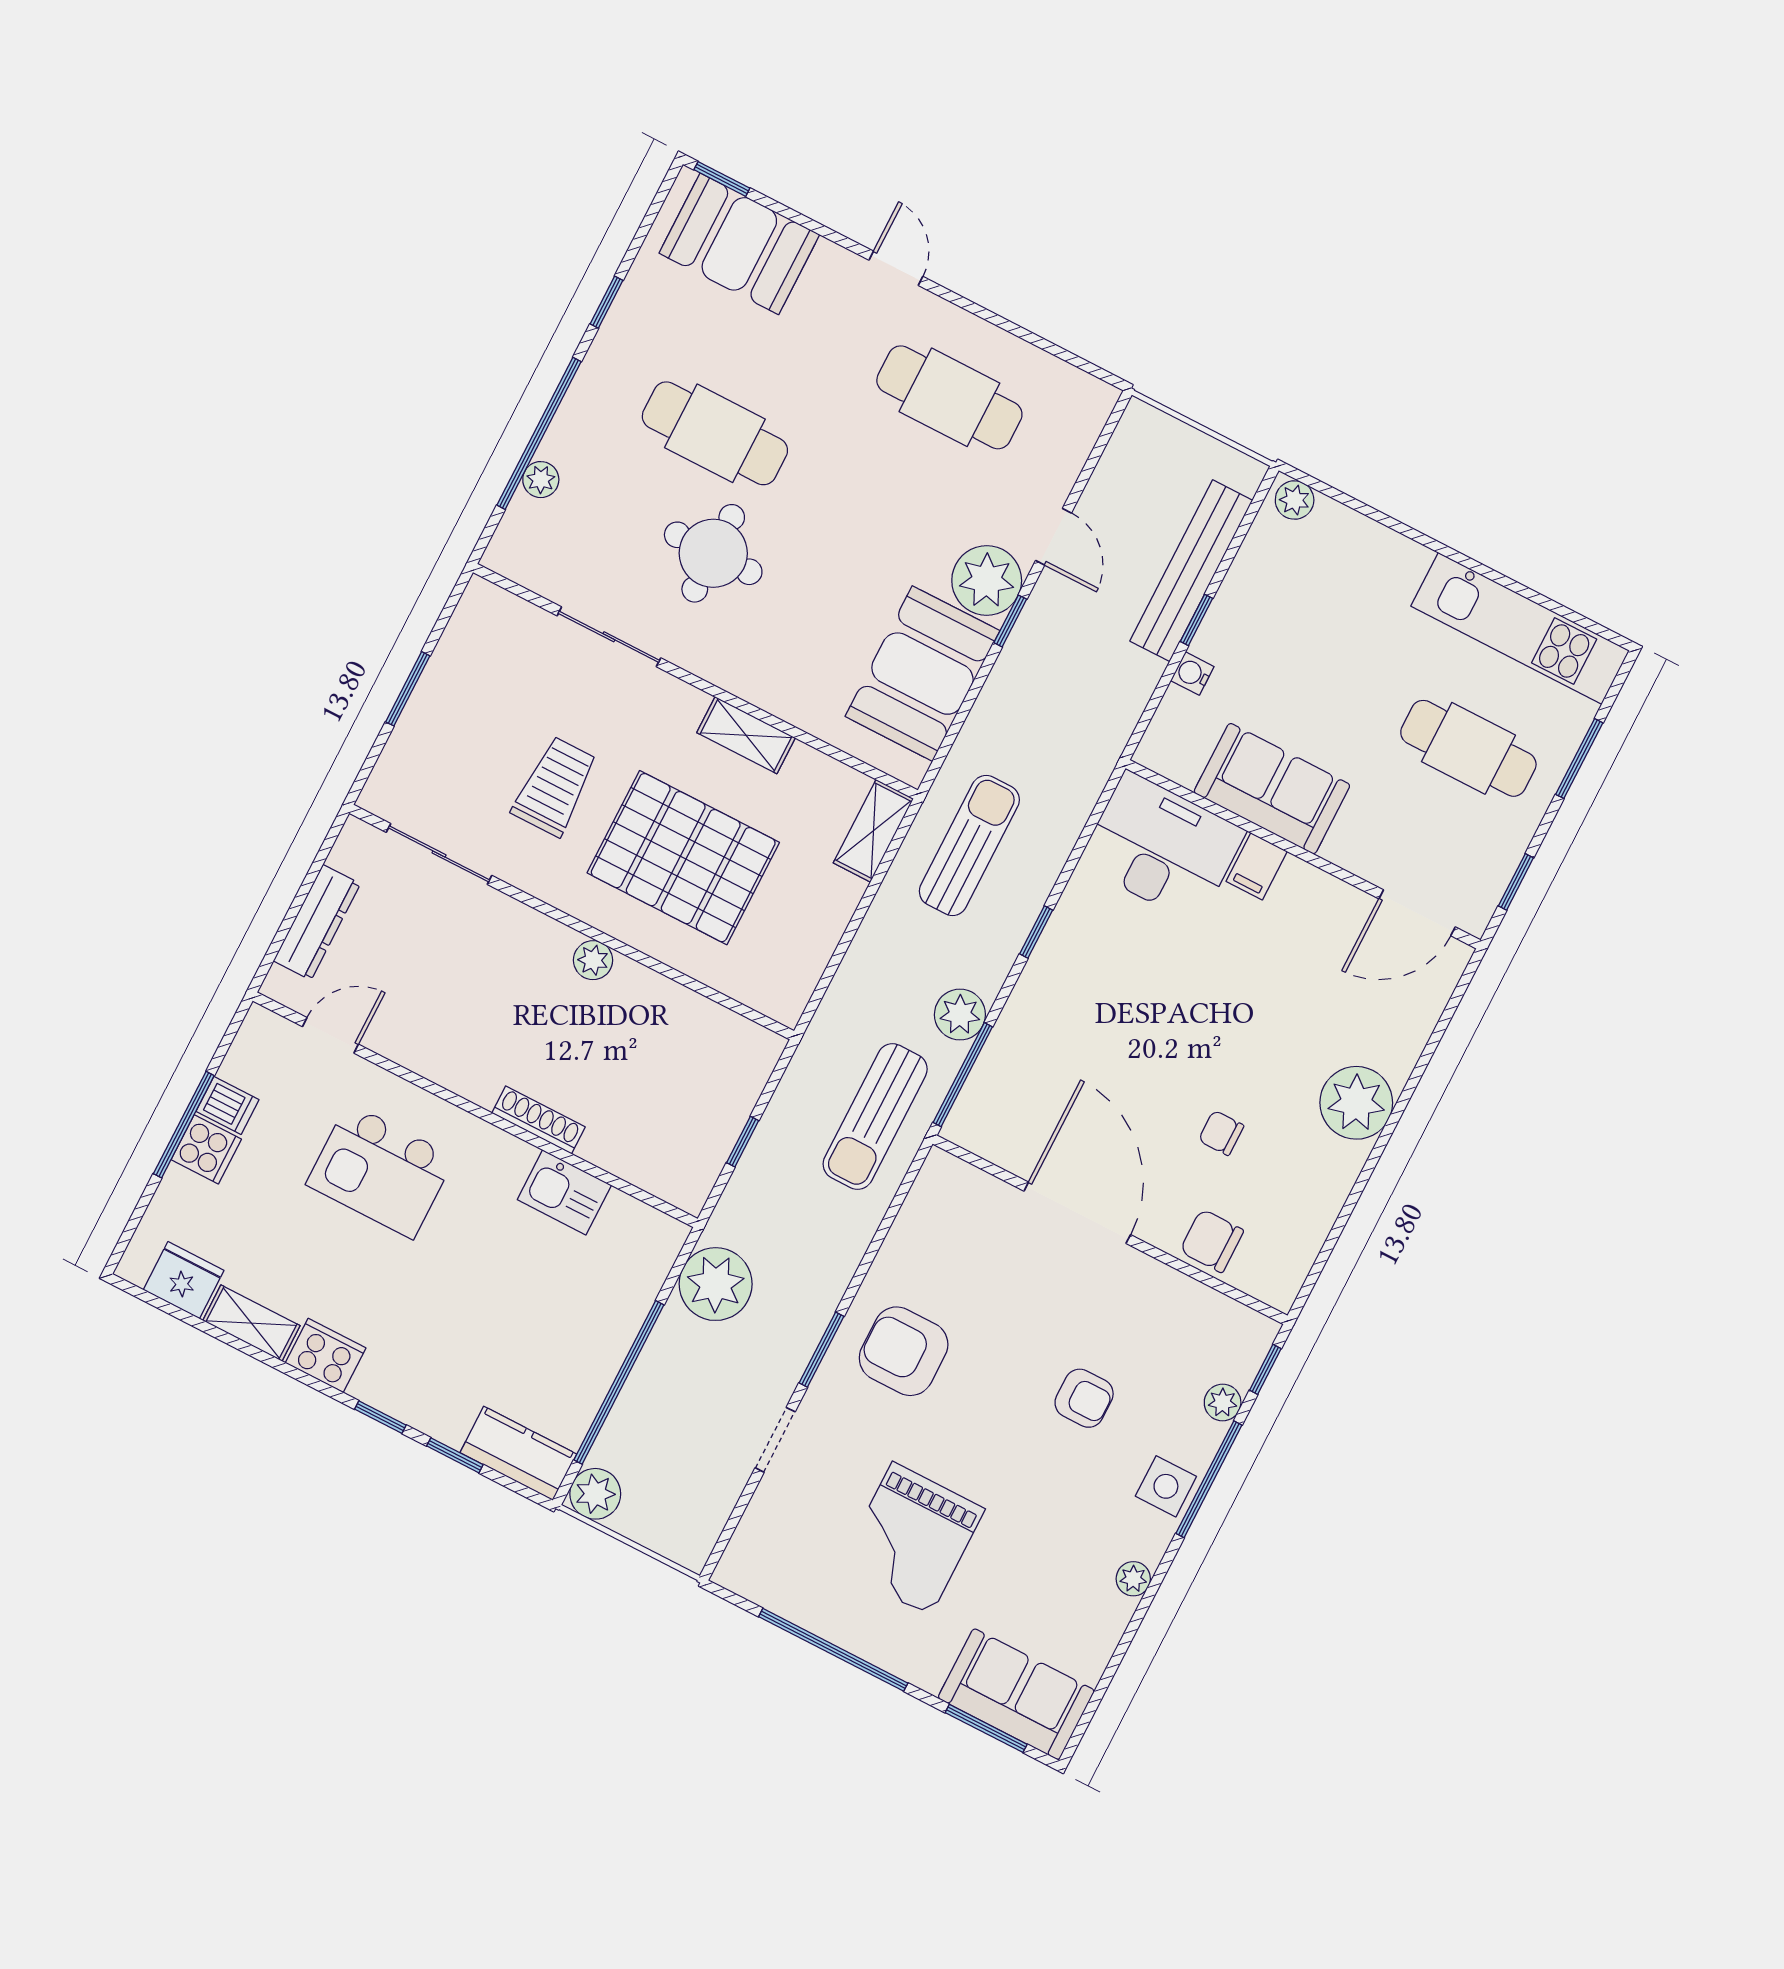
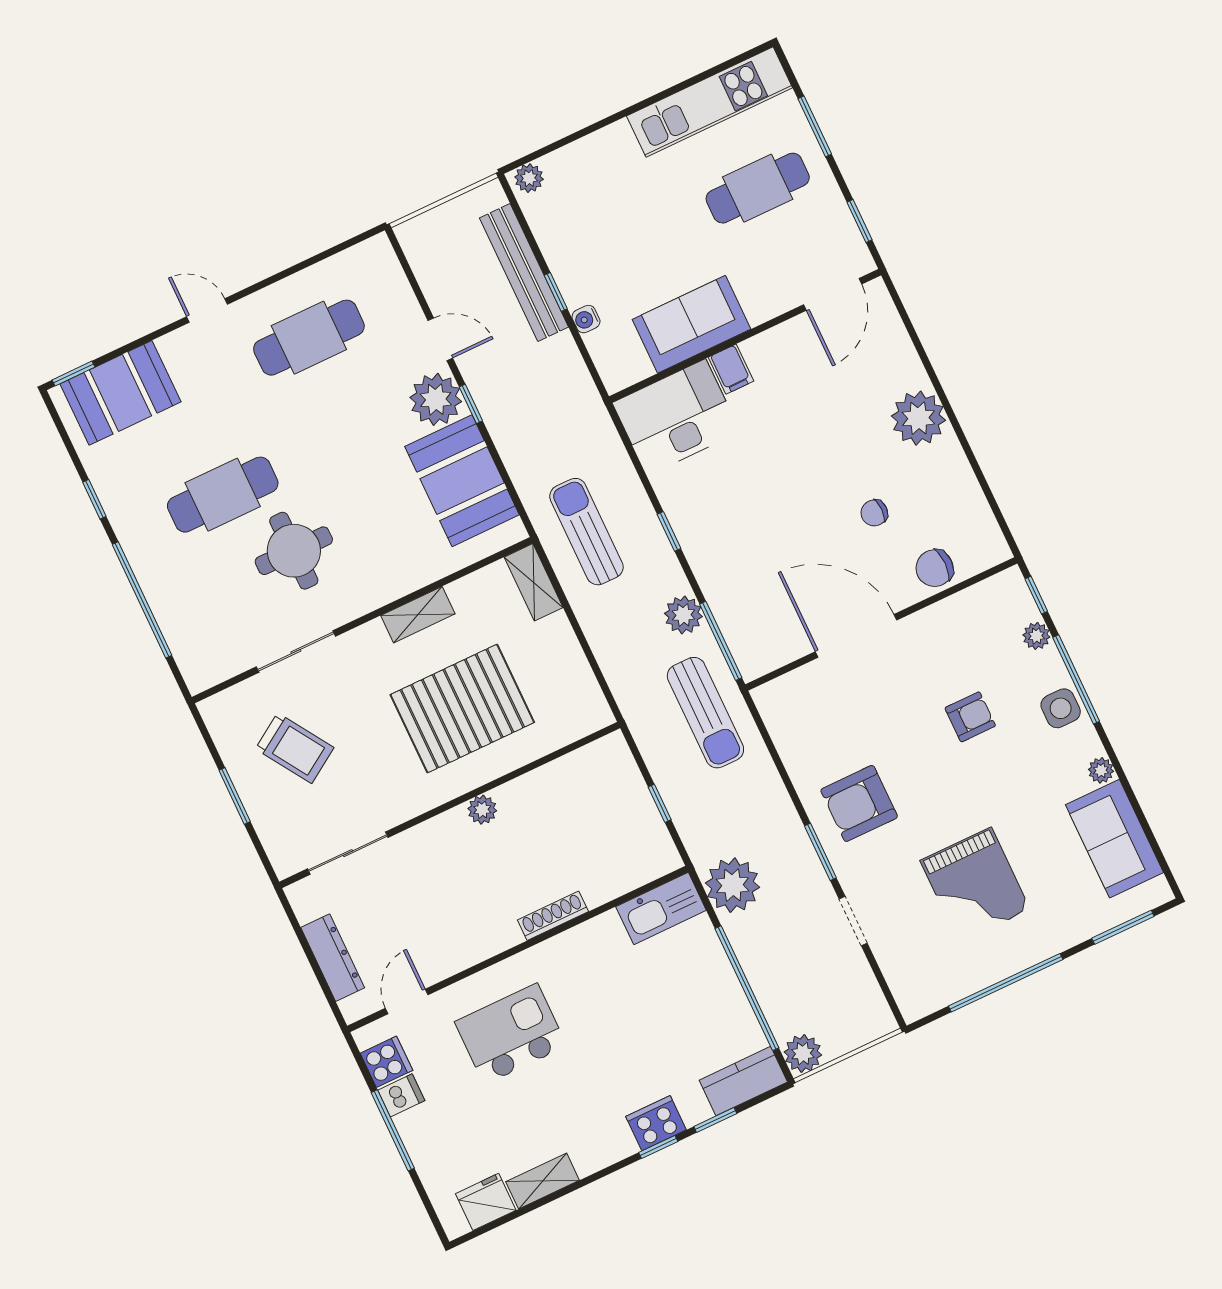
plant: (541, 480) -> (170, 620), removed
trolley: (555, 786) -> (295, 748), moved, turned 147
cooker: (206, 1149) -> (386, 1062), moved
kitchen island: (380, 1171) -> (511, 1034), turned 180
kitchen sink: (564, 1192) -> (661, 909), moved, width x1.38
cooker: (326, 1355) -> (656, 1123), moved
sofa: (1016, 1694) -> (1114, 839), moved, turned -90

